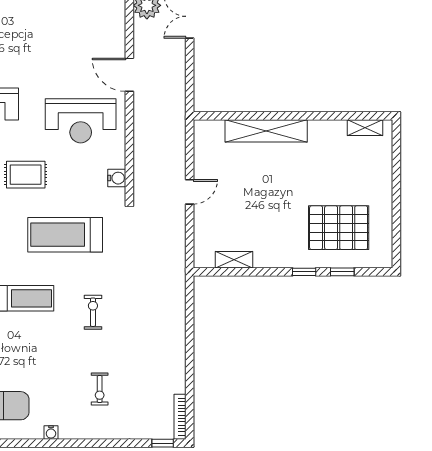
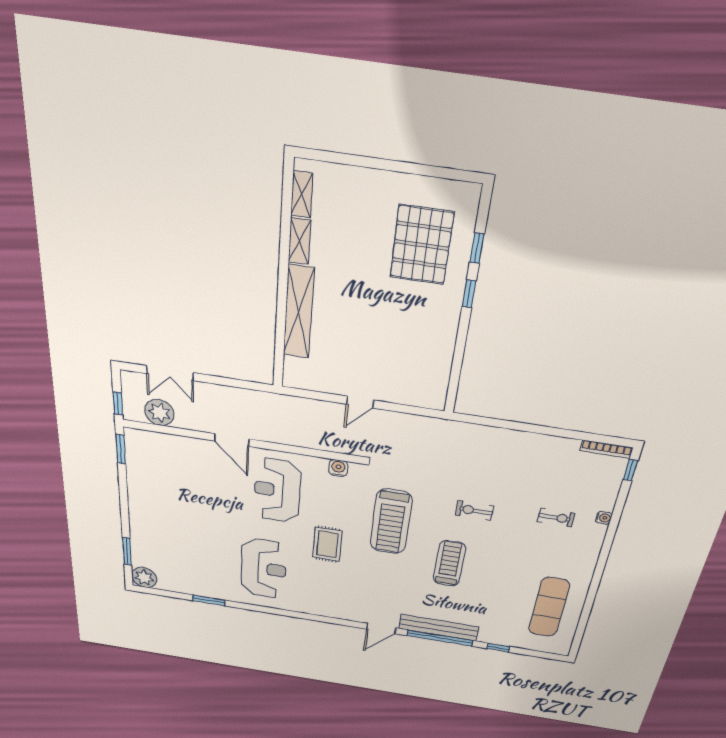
door: (129, 75) -> (232, 440), hinge flipped
reception desk: (81, 121) -> (277, 490), turned 180
door: (190, 192) -> (360, 402), swing flipped
shelving: (234, 260) -> (299, 241), moved
water cooler: (51, 432) -> (604, 518), moved

